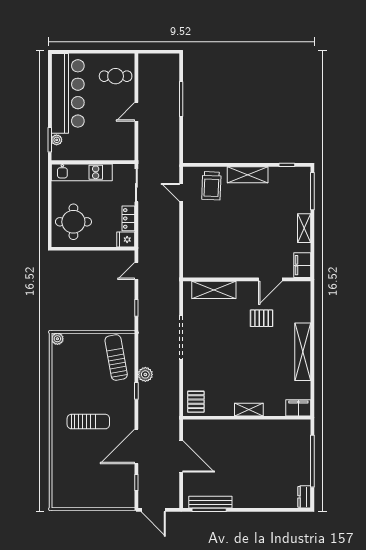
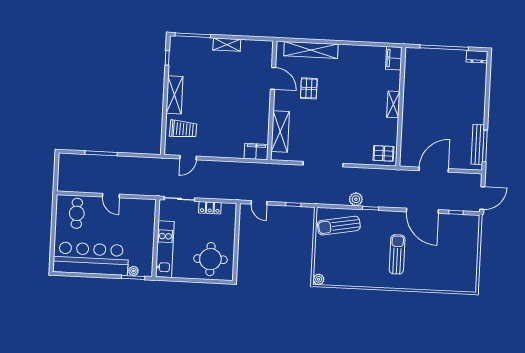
fridge: (126, 240) -> (229, 211), removed
filing cabinet: (302, 265) -> (256, 152), moved, turned 180
shelving: (303, 352) -> (311, 50), moved

